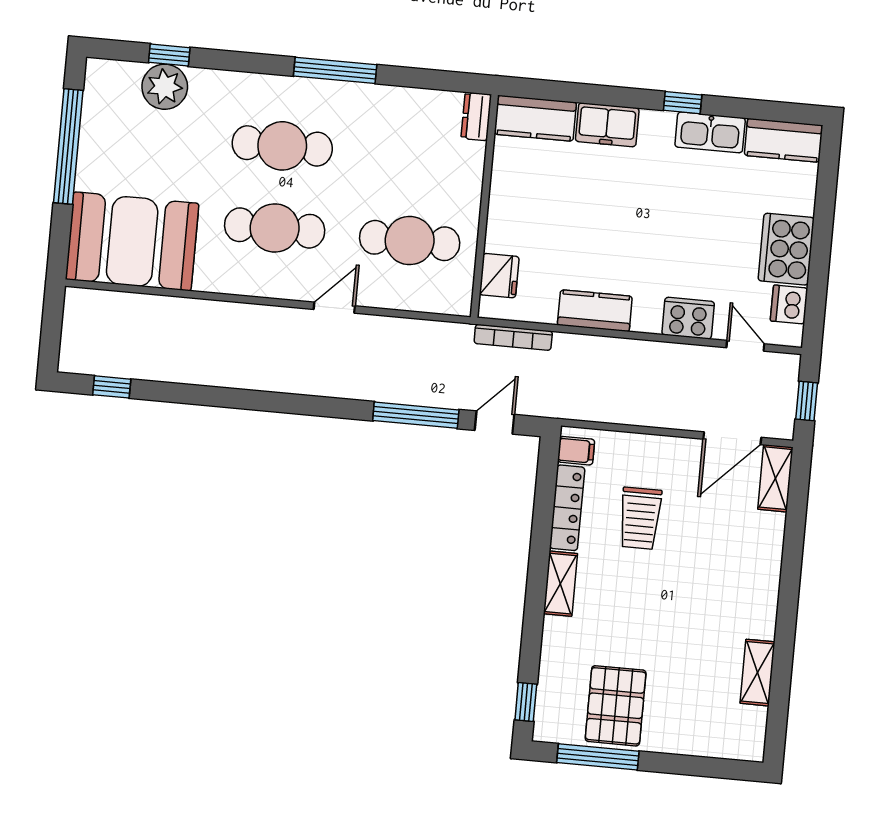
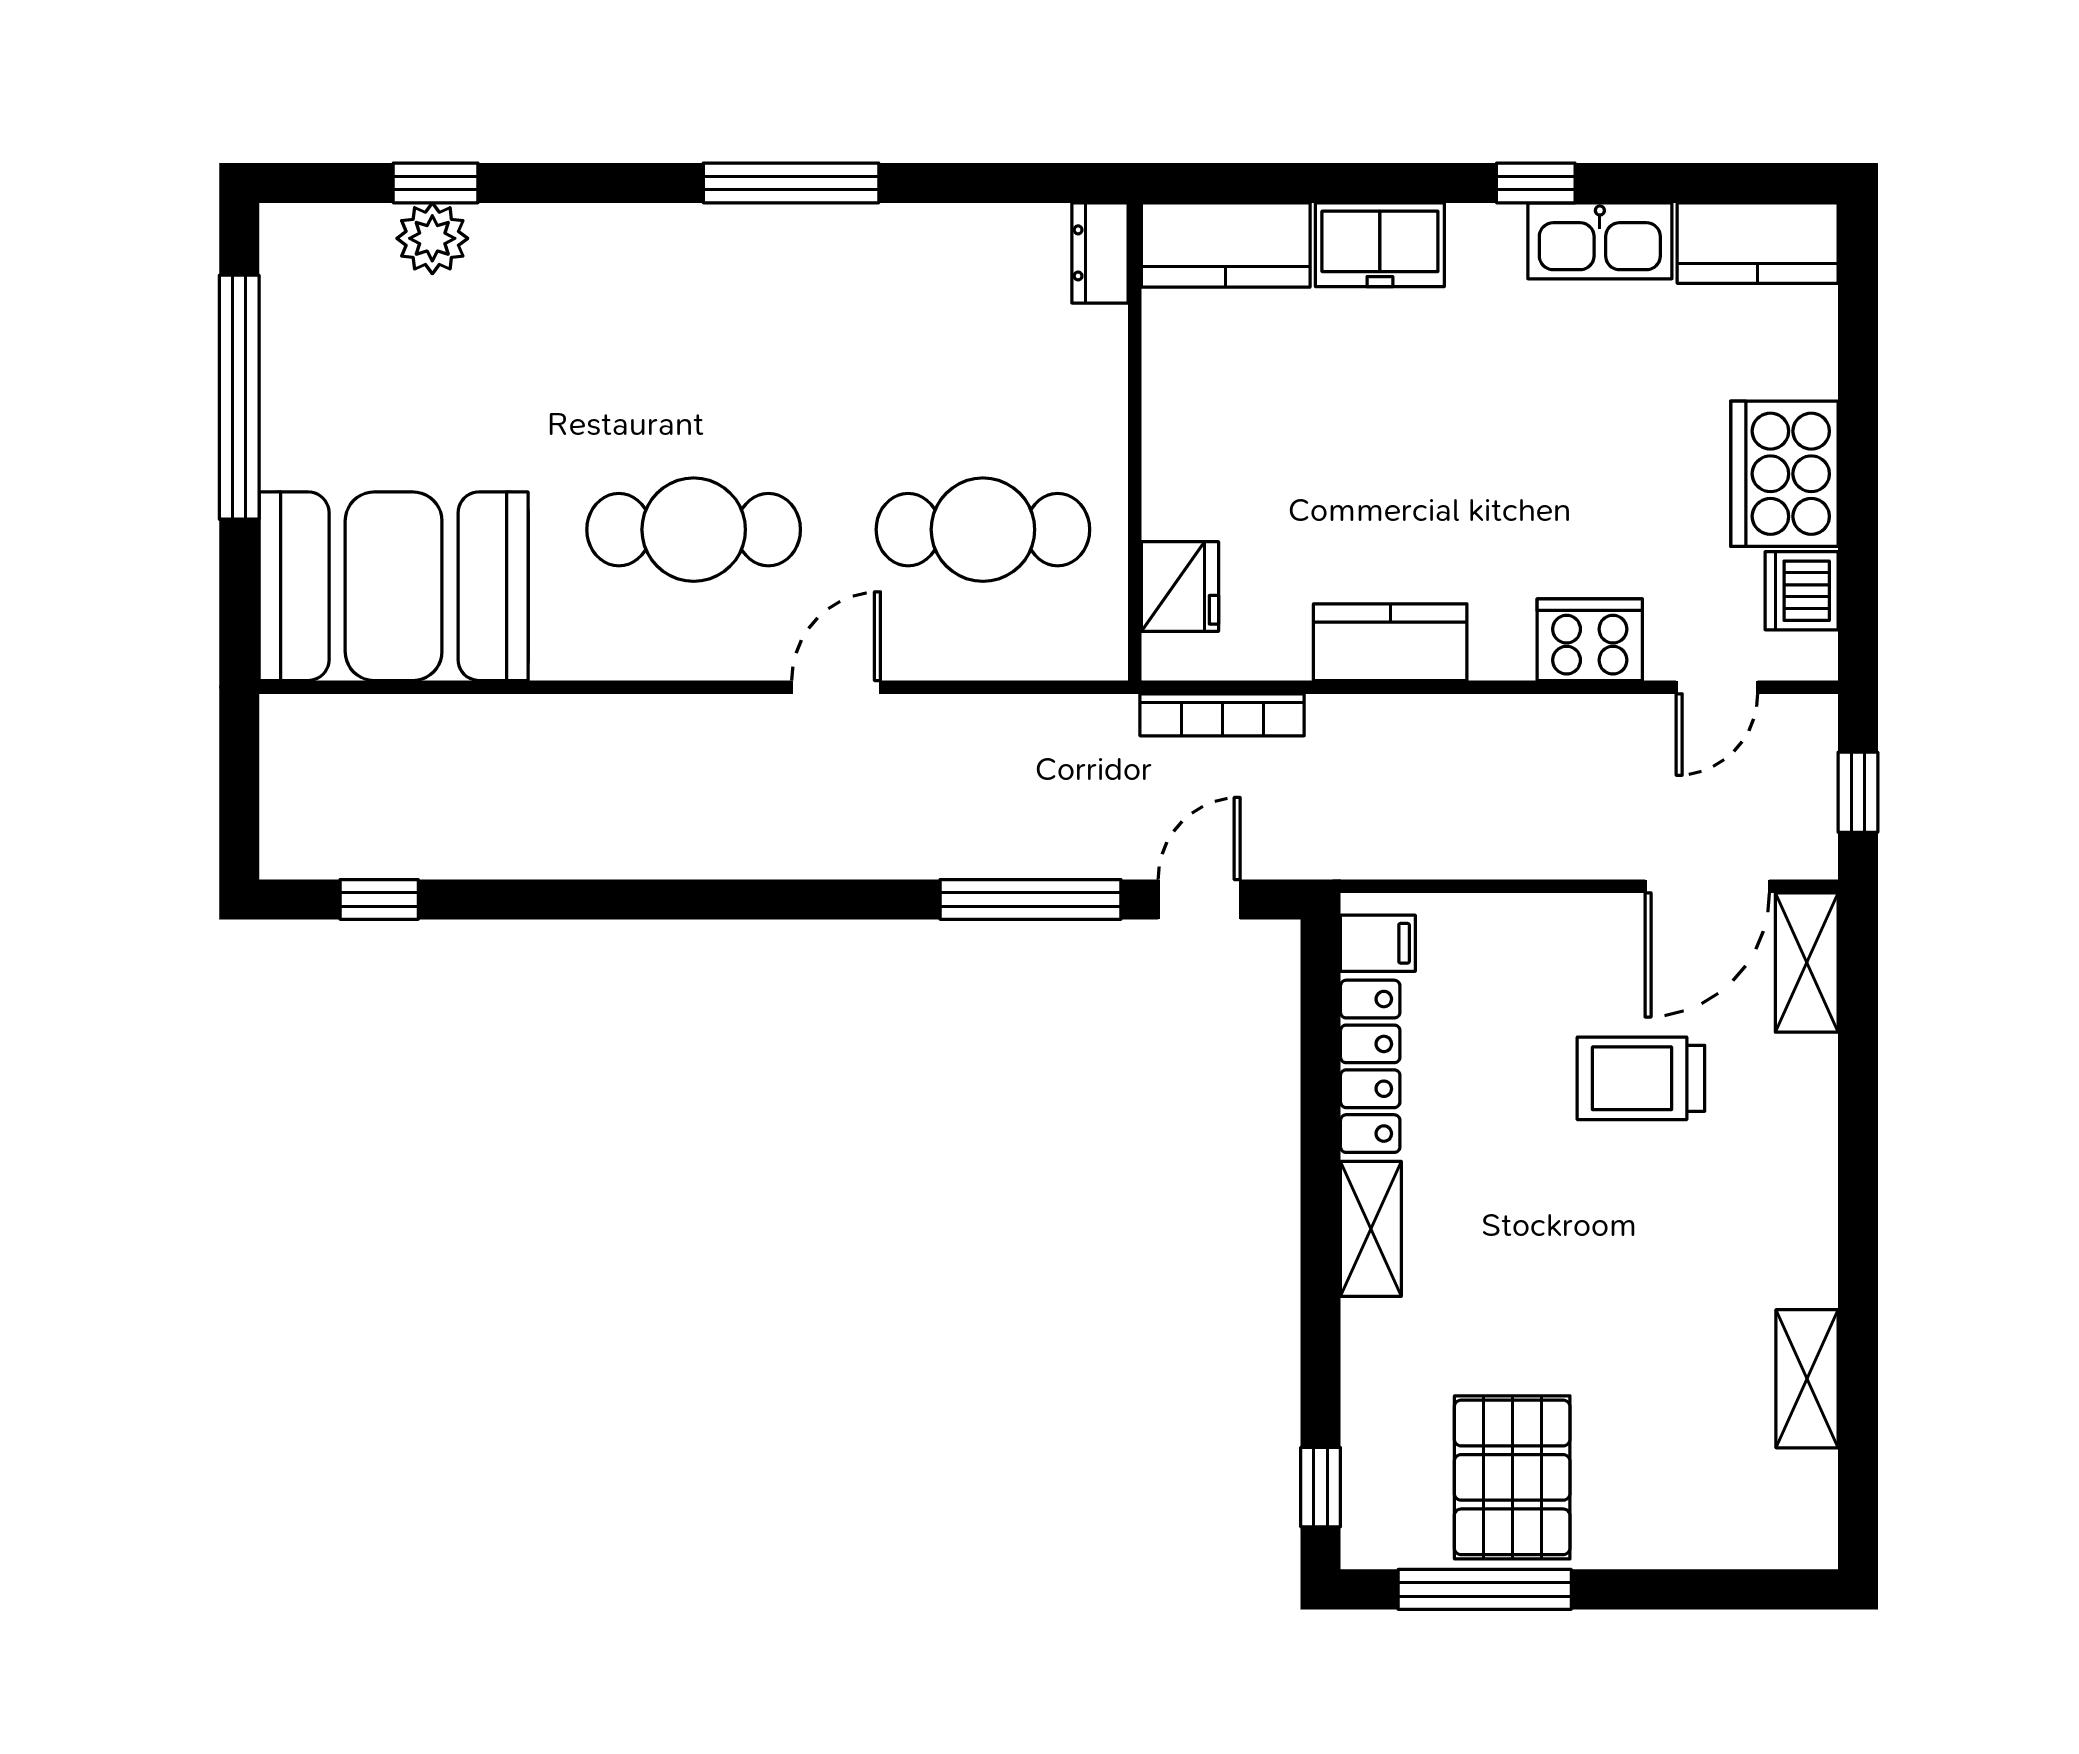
plant: (165, 87) -> (432, 238), width x0.73, depth x0.73
cafe table: (282, 146) -> (694, 354), removed
door: (745, 346) -> (1717, 687), swing flipped
trolley: (640, 518) -> (1641, 1078), moved, turned 90

